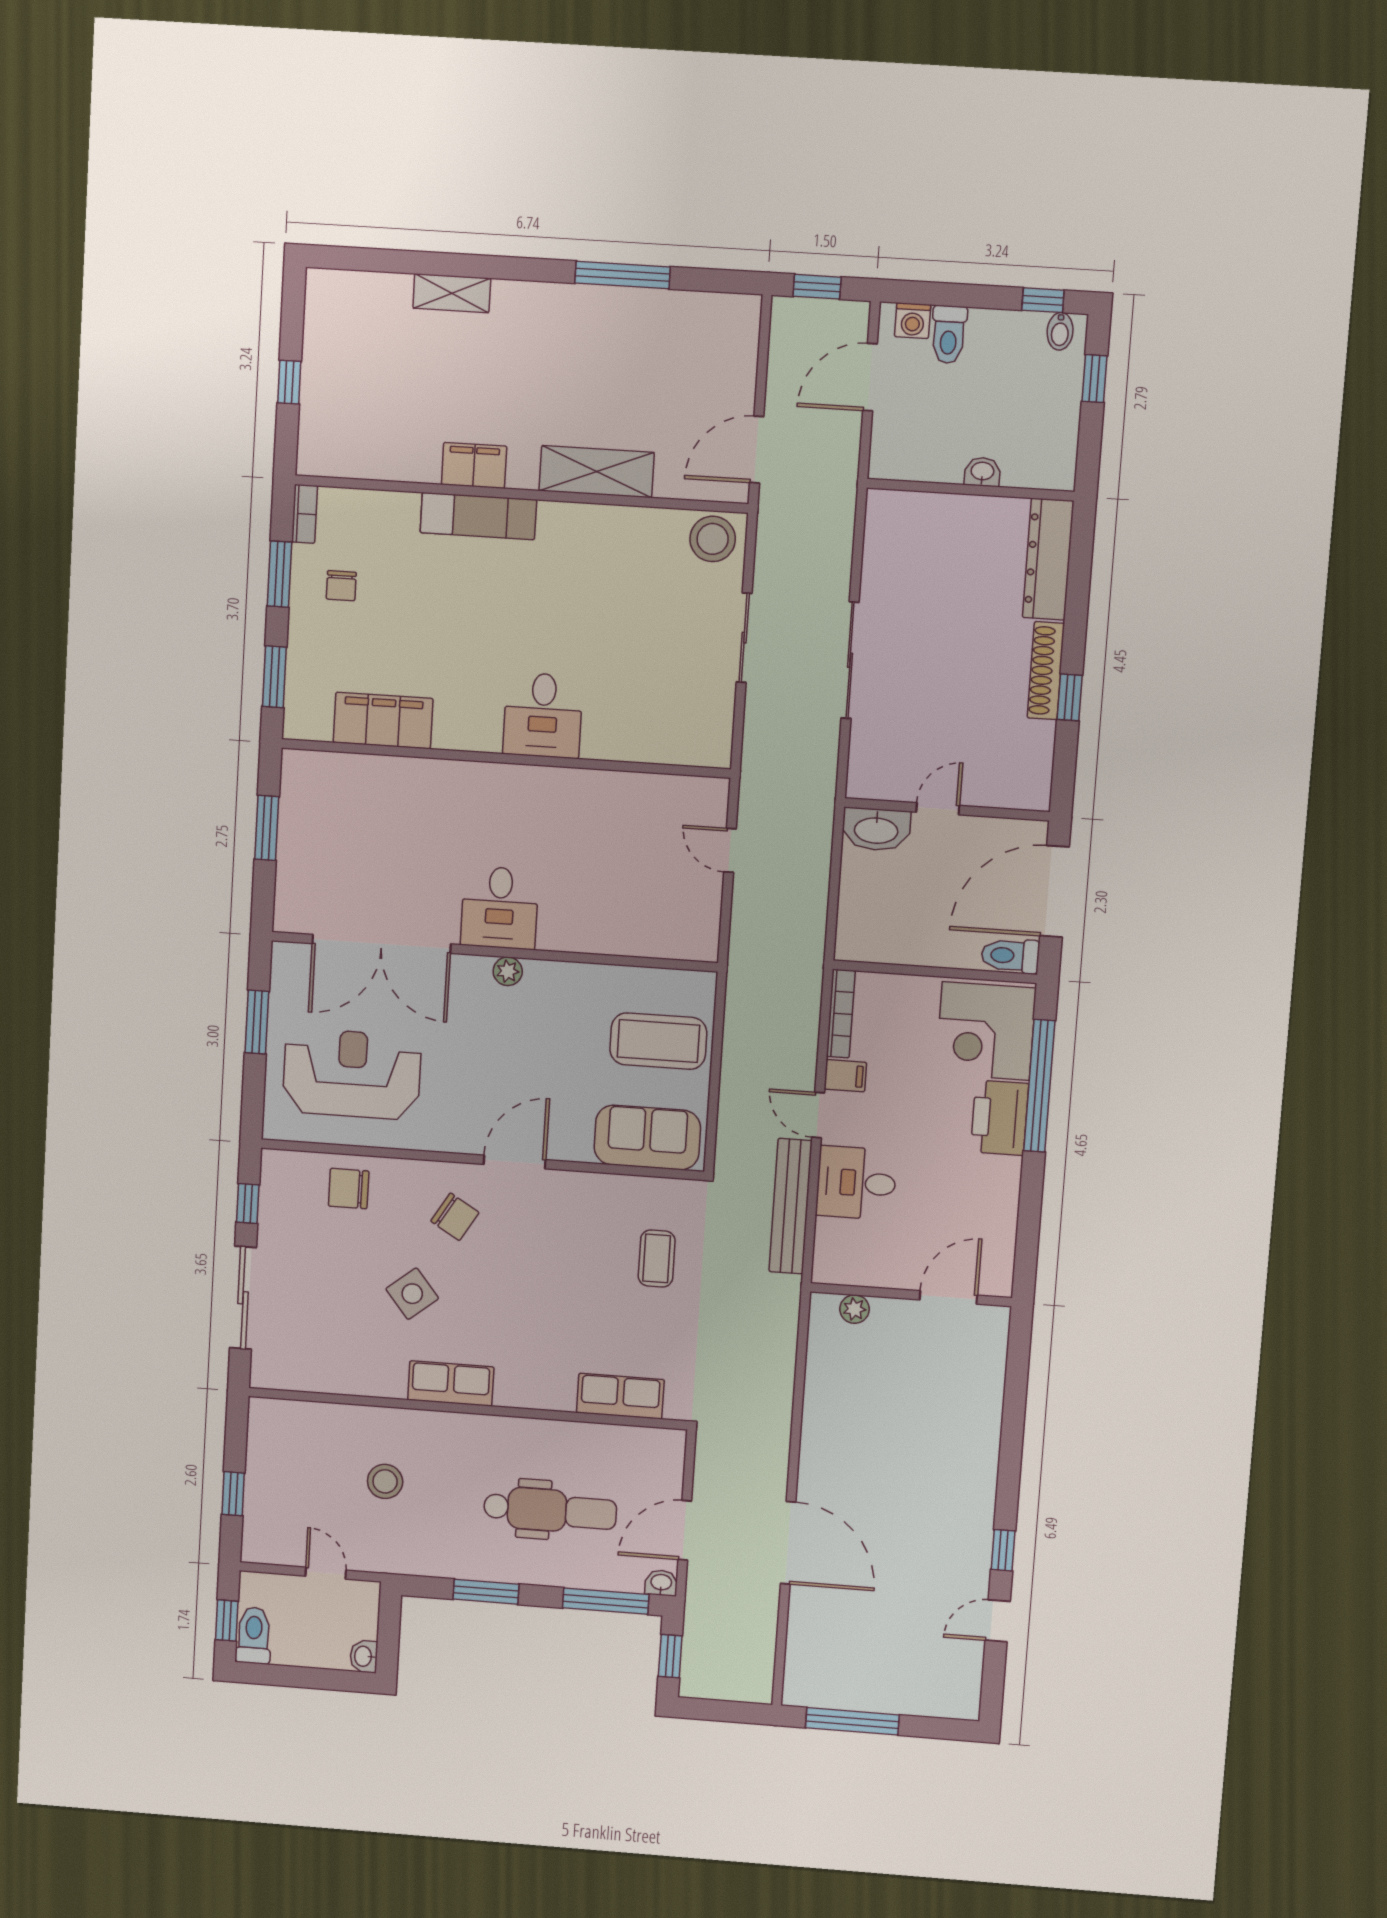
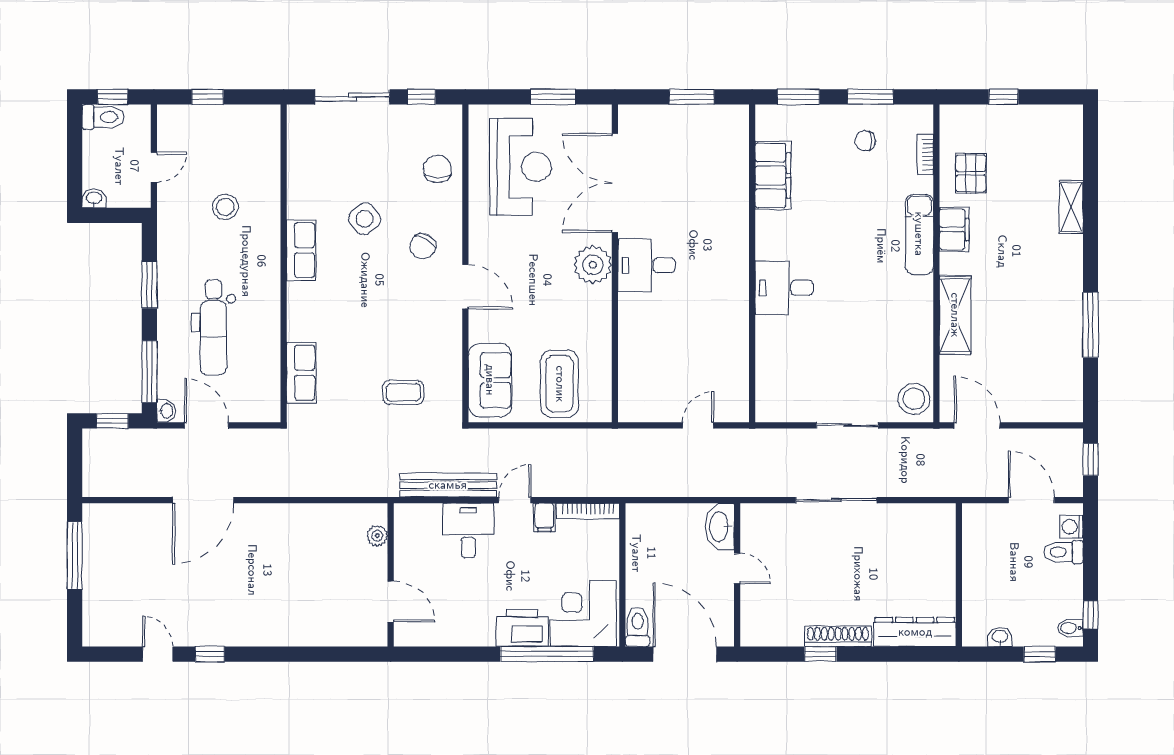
pallet: (396, 436) -> (971, 173), added
washbasin: (982, 472) -> (1000, 637), moved, turned -90
bookcase: (305, 514) -> (925, 155), moved, turned 90
plant: (508, 971) -> (593, 265), width x1.88, depth x1.88

